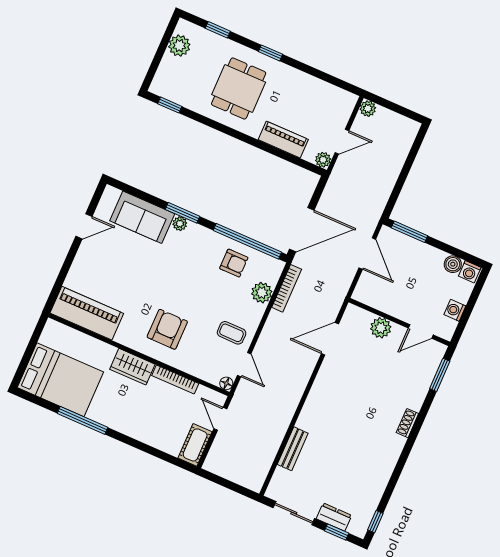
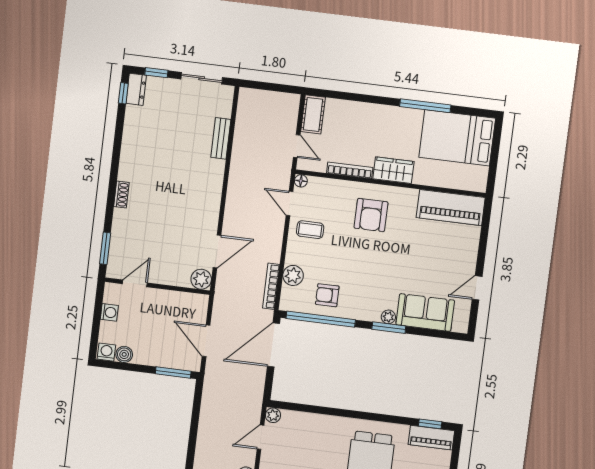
piano: (283, 140) -> (431, 438), moved
plant: (381, 328) -> (201, 279), moved
dresser: (334, 517) -> (136, 89), moved, turned -90

